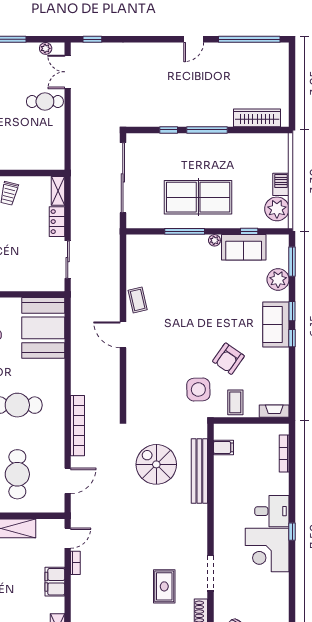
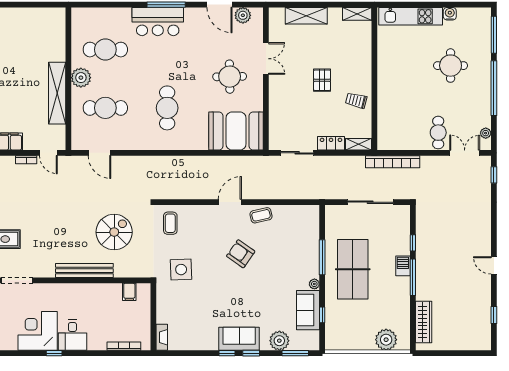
window: (249, 39) -> (494, 315), width x0.32
sliding door: (123, 178) -> (370, 202), width x0.73
barbecue: (281, 184) -> (403, 266), moved, turned -90
plant: (277, 209) -> (386, 340), moved
armchair: (228, 359) -> (241, 254), moved
coffee table: (235, 402) -> (170, 223), moved, turned 90
bookcase: (78, 426) -> (393, 162), moved
bench: (199, 471) -> (84, 271), moved

